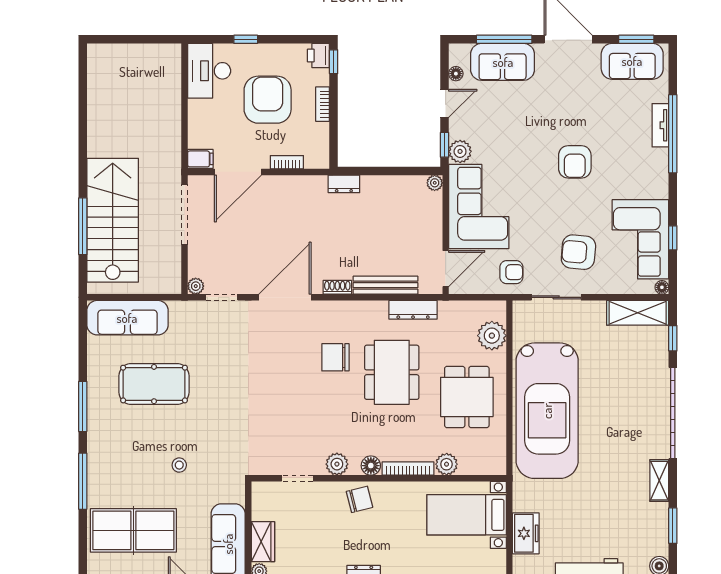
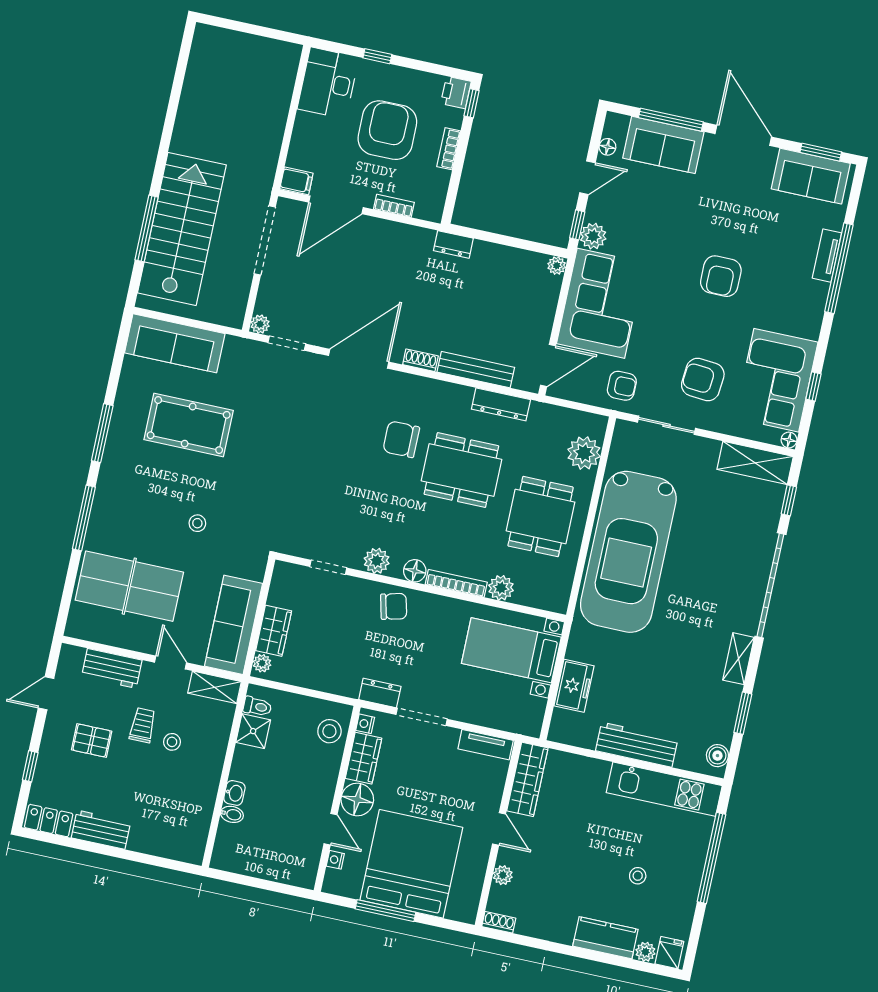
dining table: (392, 372) -> (461, 470), turned 90

